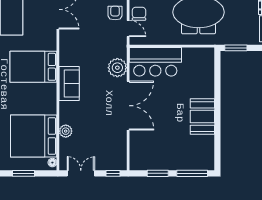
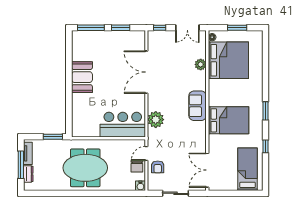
door: (128, 29) -> (146, 153), hinge flipped
double door: (128, 106) -> (146, 72), moved

